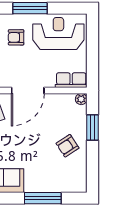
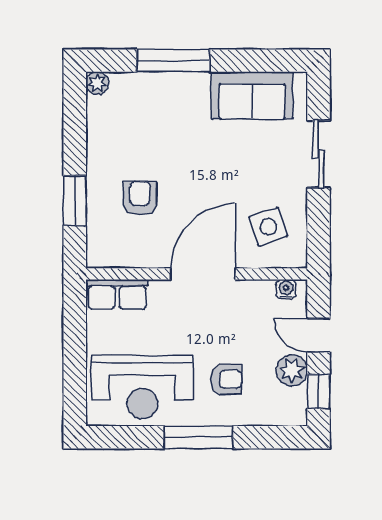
plant: (81, 99) -> (97, 83), moved
armchair: (67, 146) -> (140, 198), moved, turned -57

